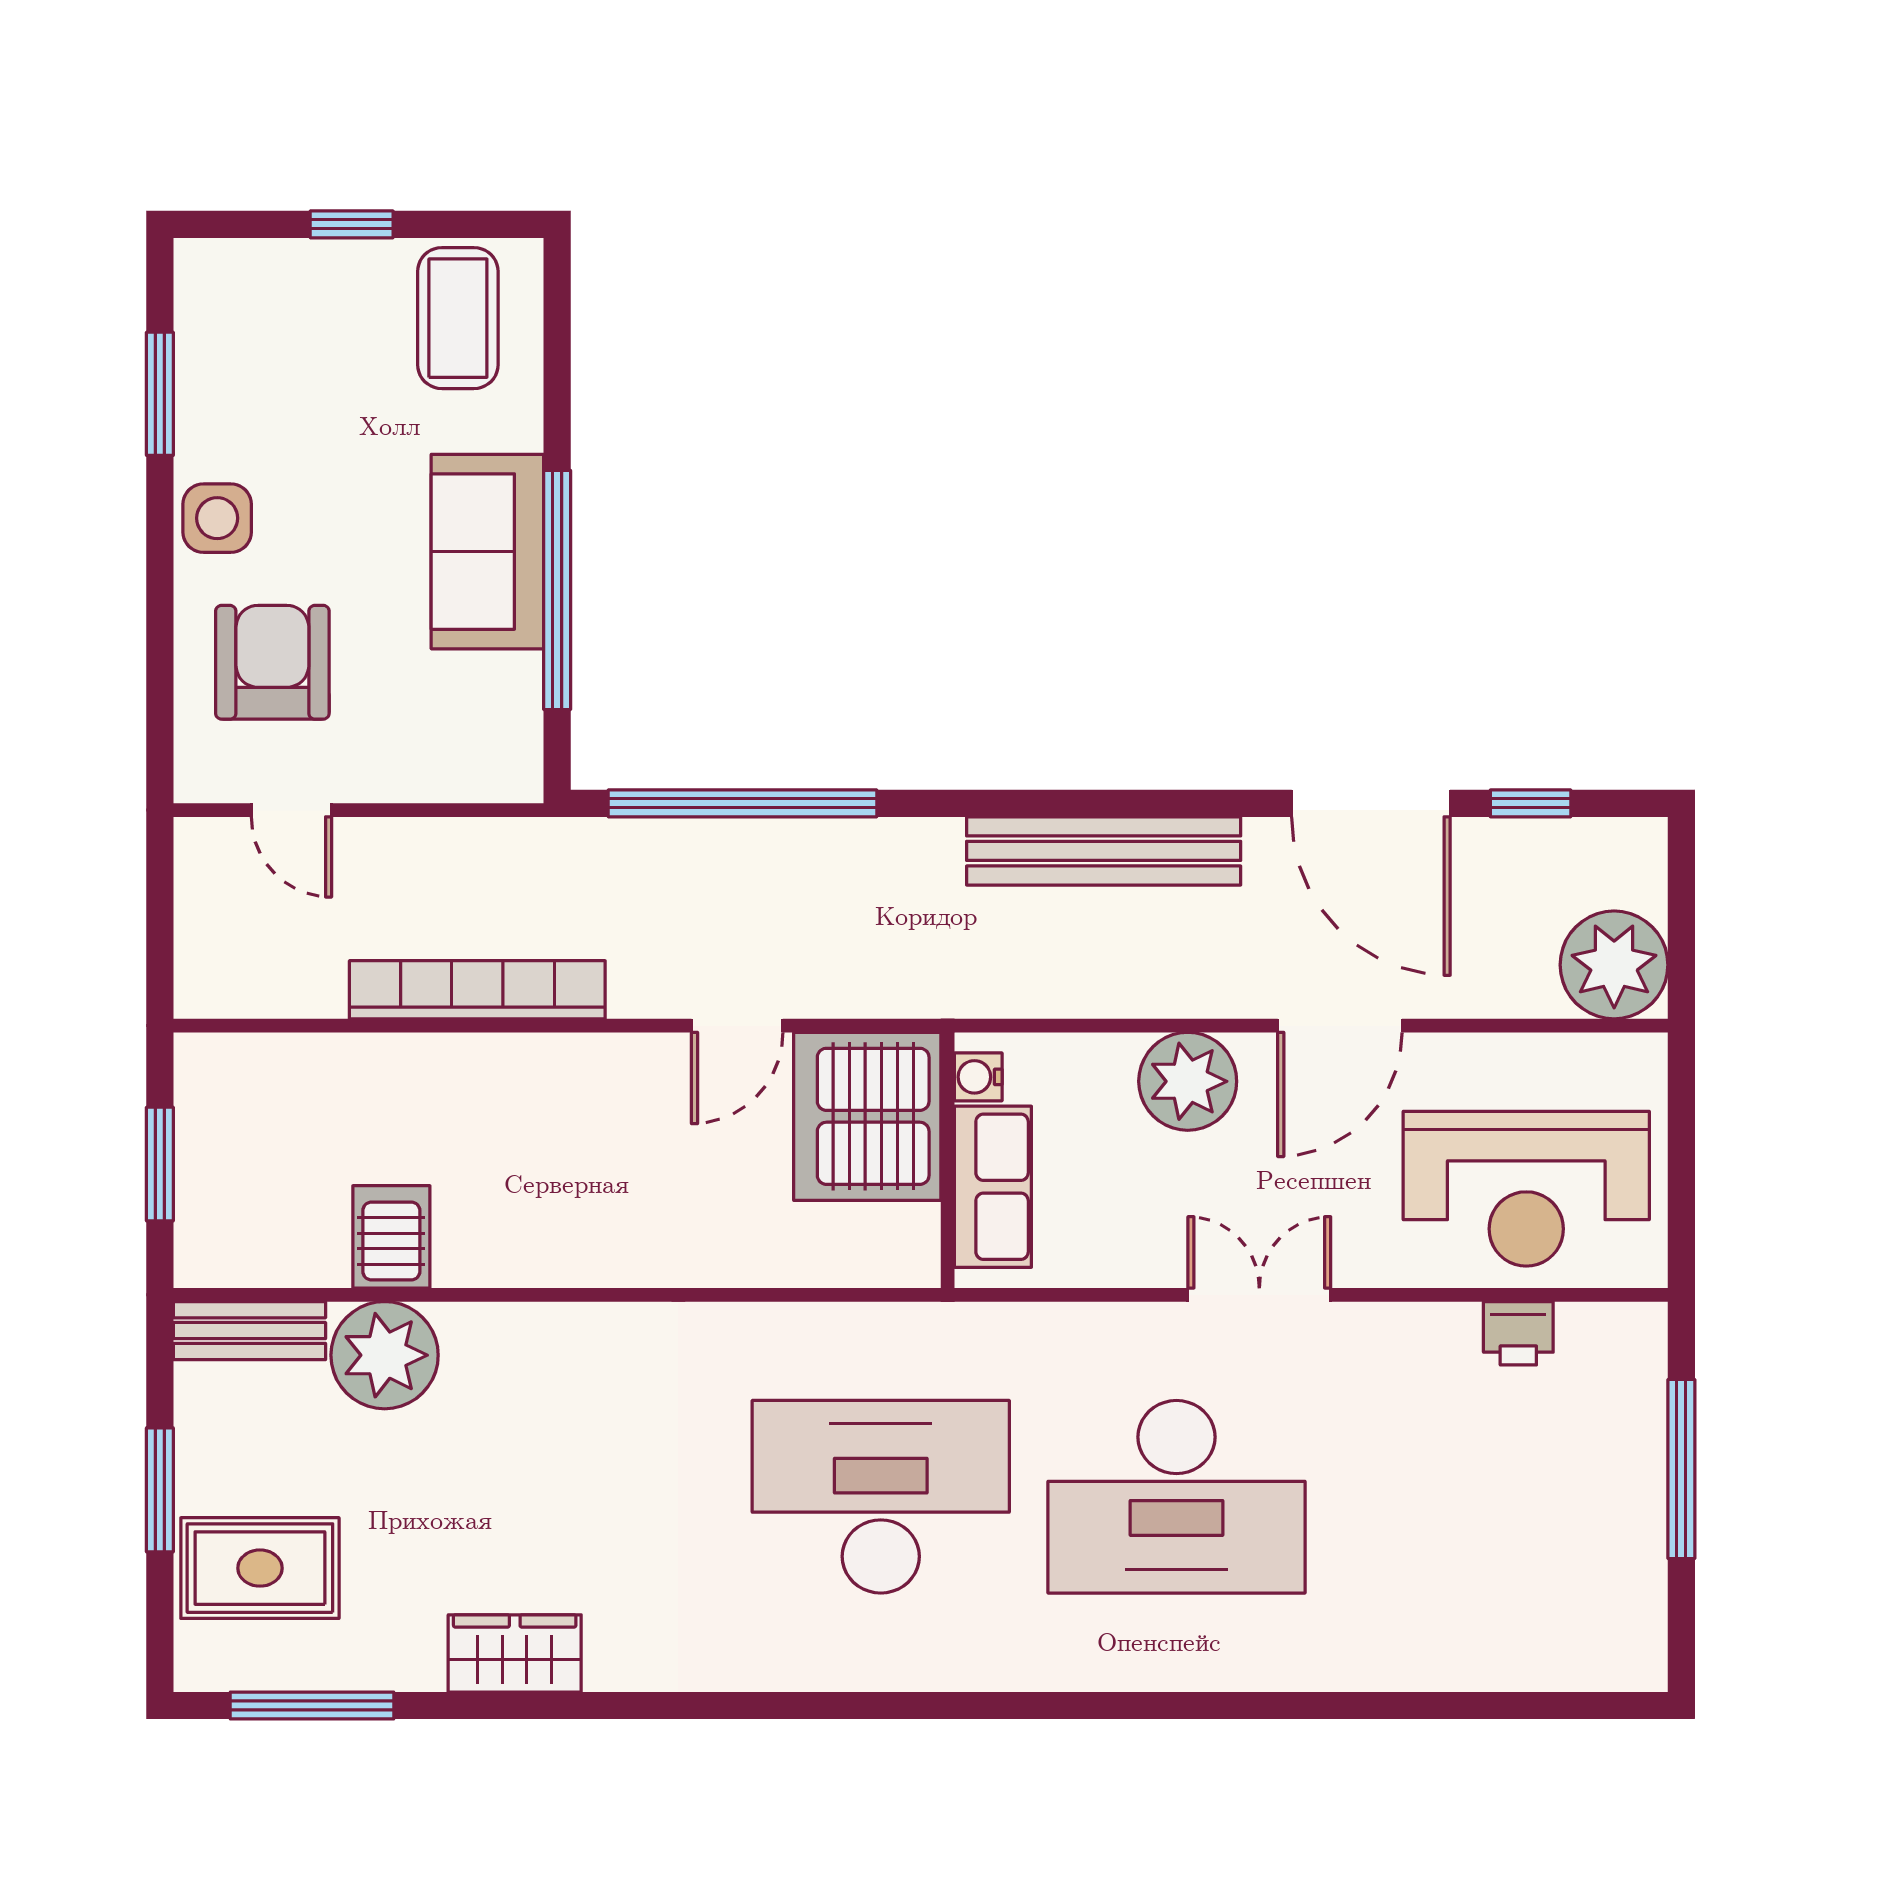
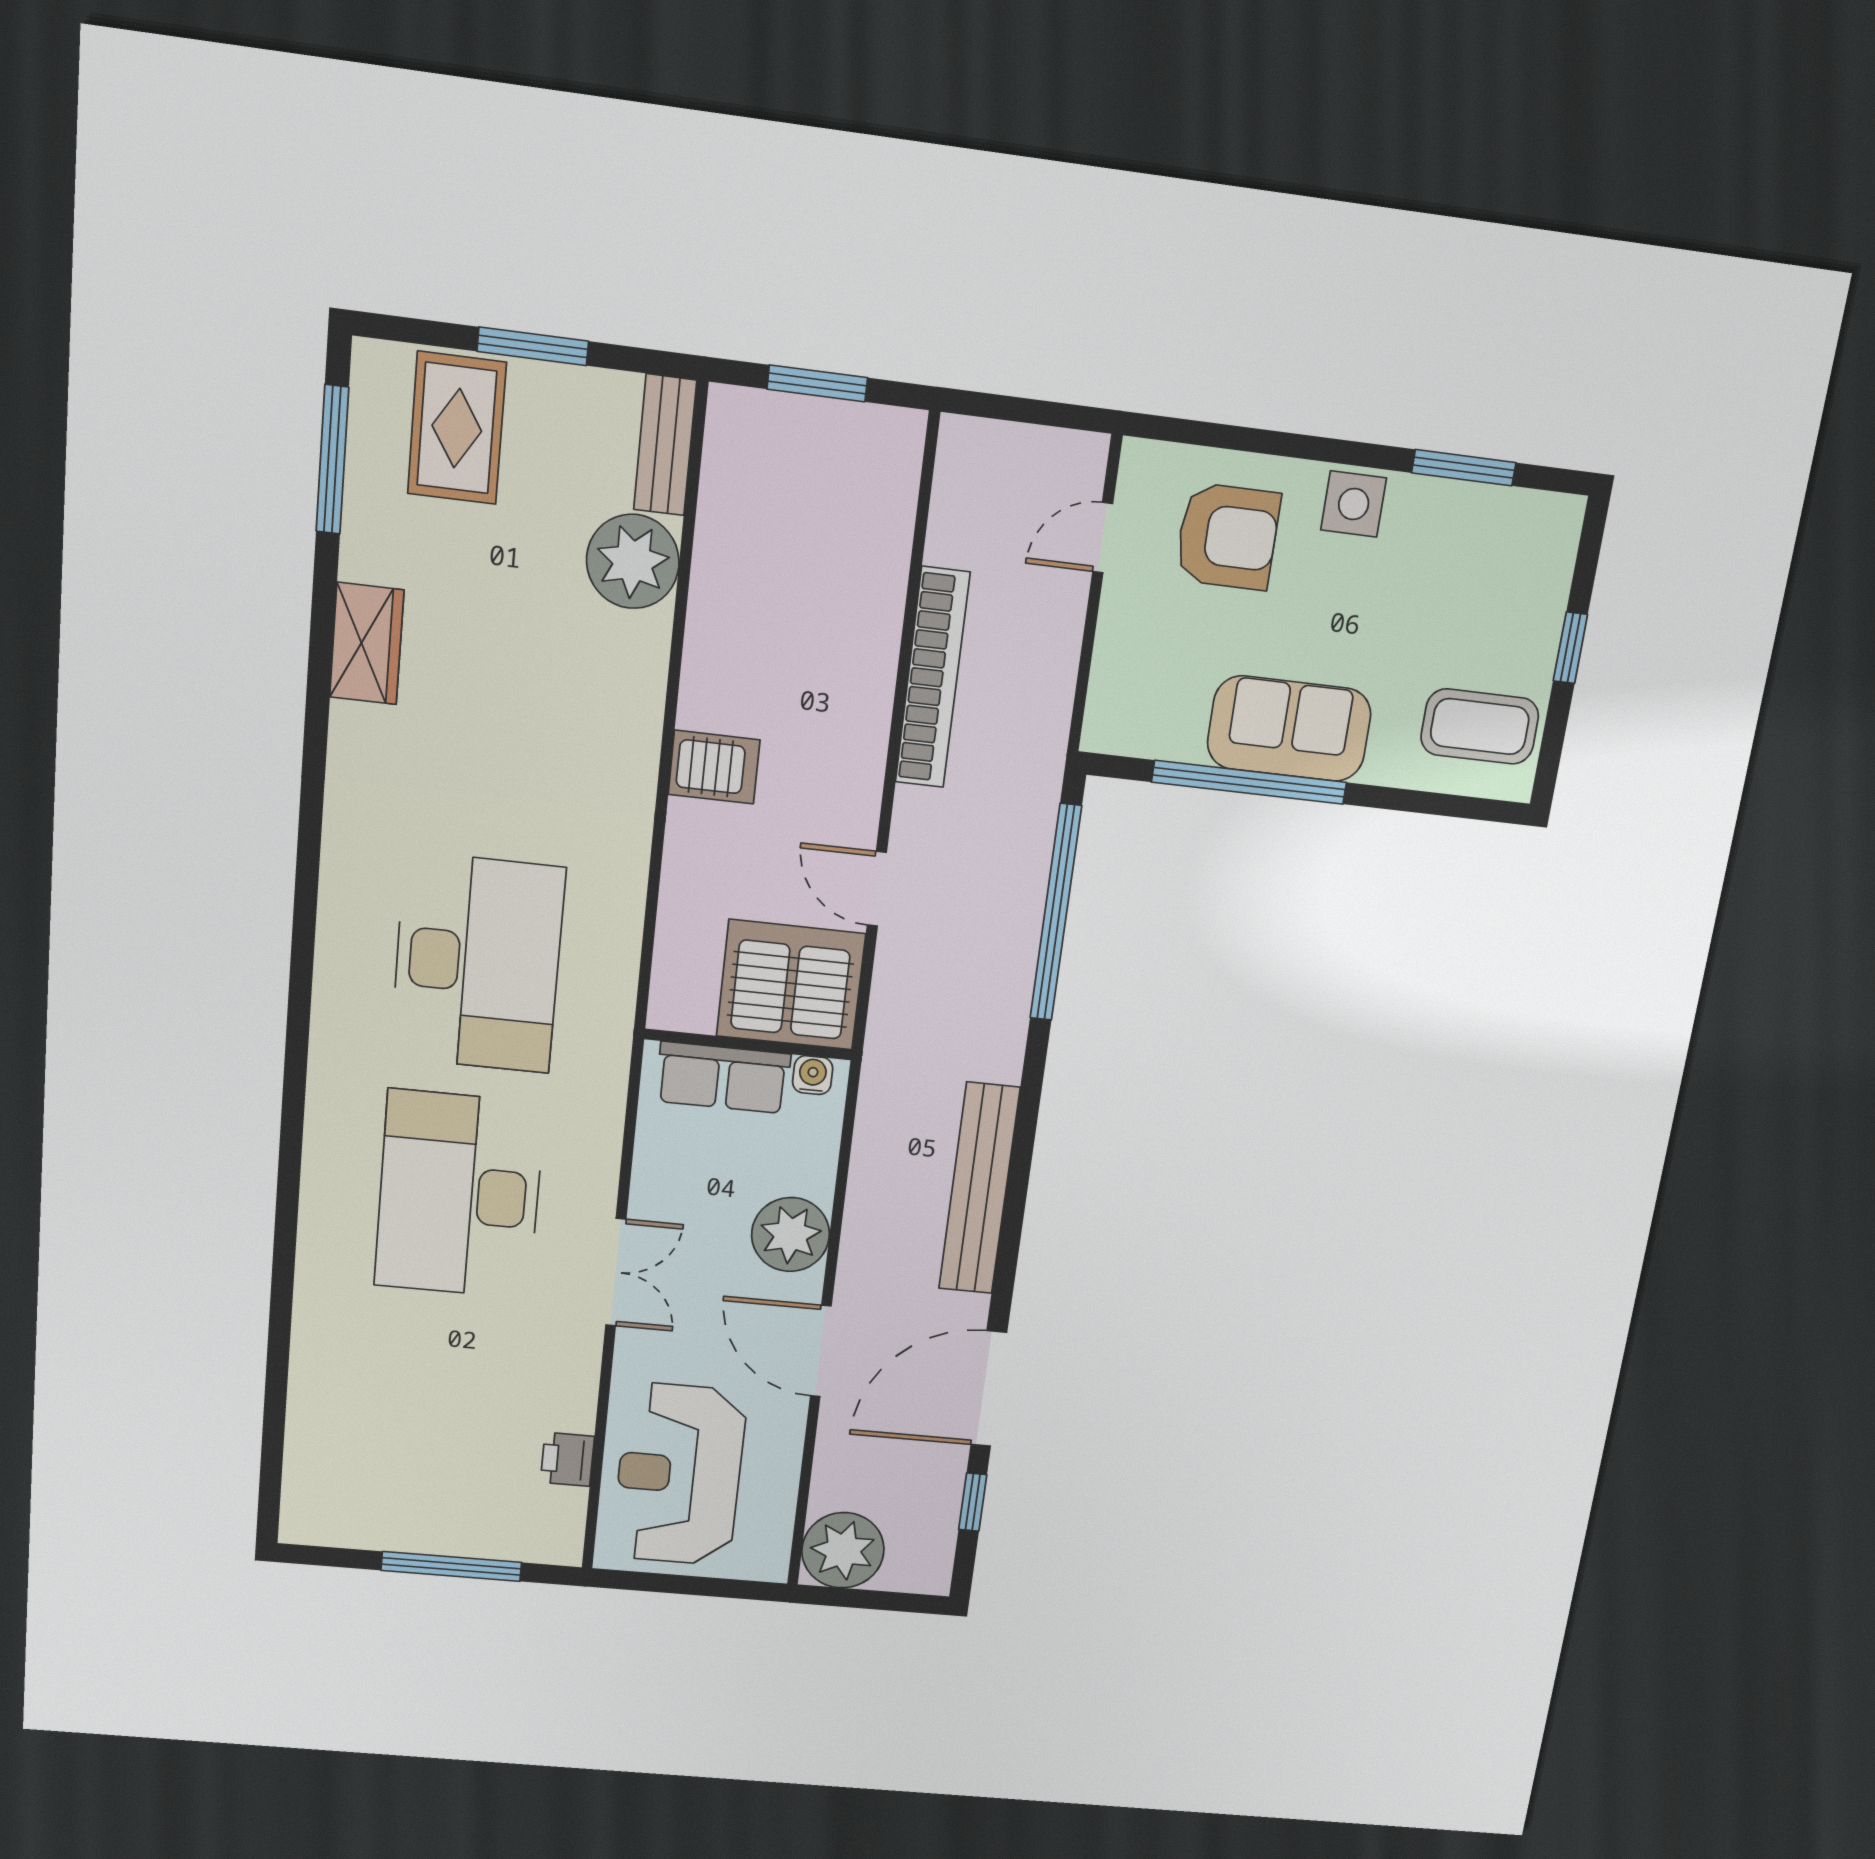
server rack: (391, 1237) -> (714, 767), moved

